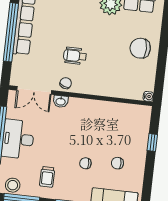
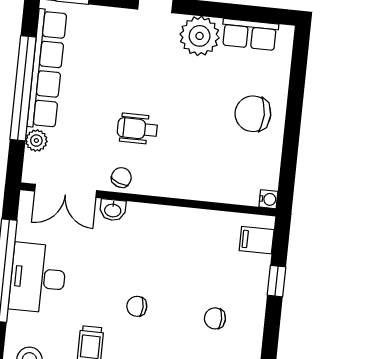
plant: (18, 62) -> (36, 141), added
filing cabinet: (141, 119) -> (257, 240), added
chair: (85, 163) -> (137, 306), moved

